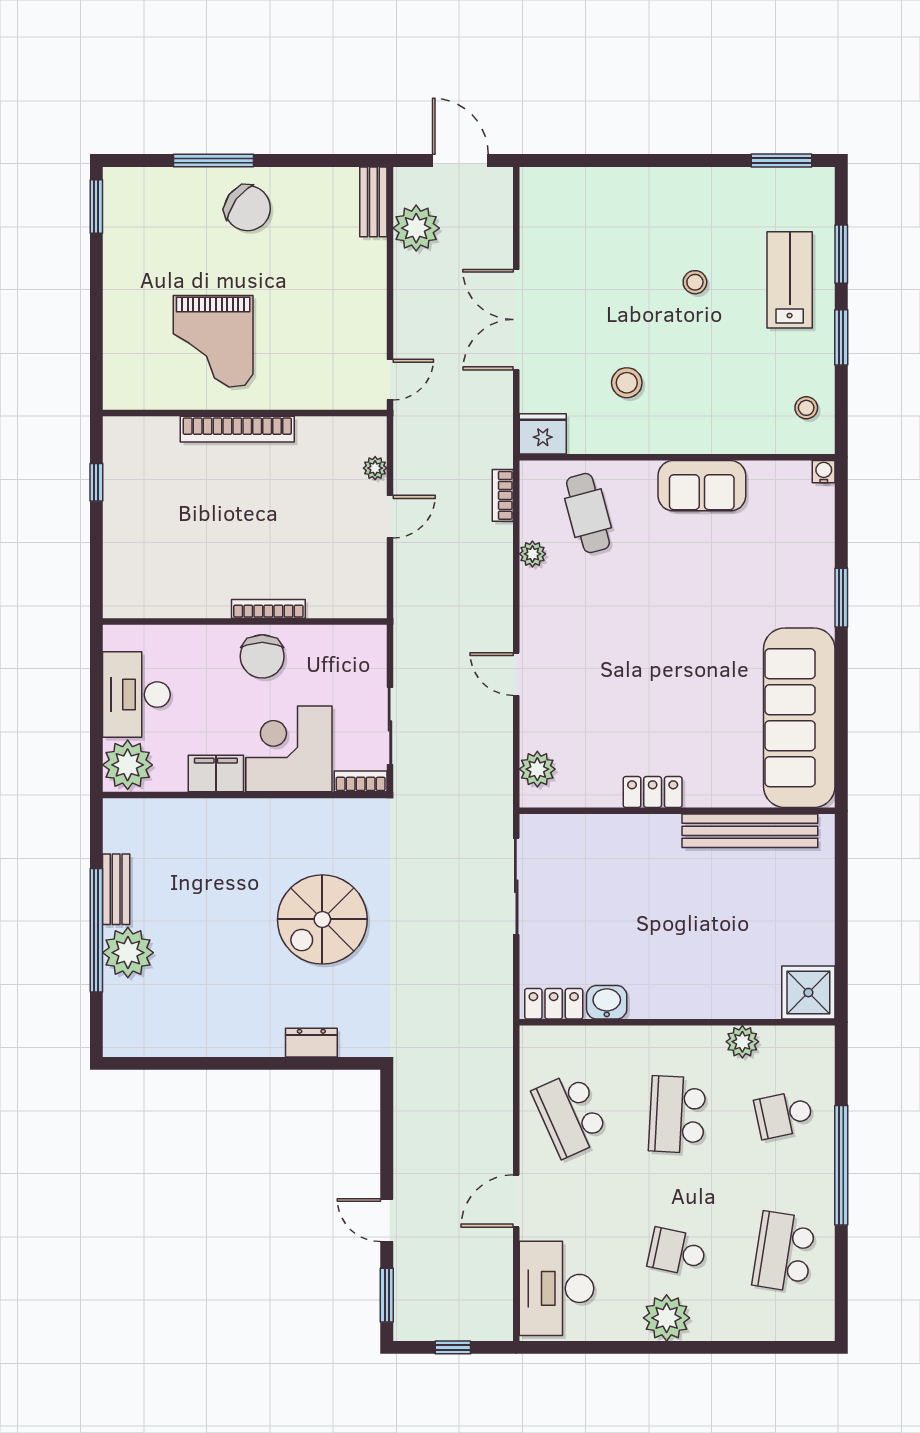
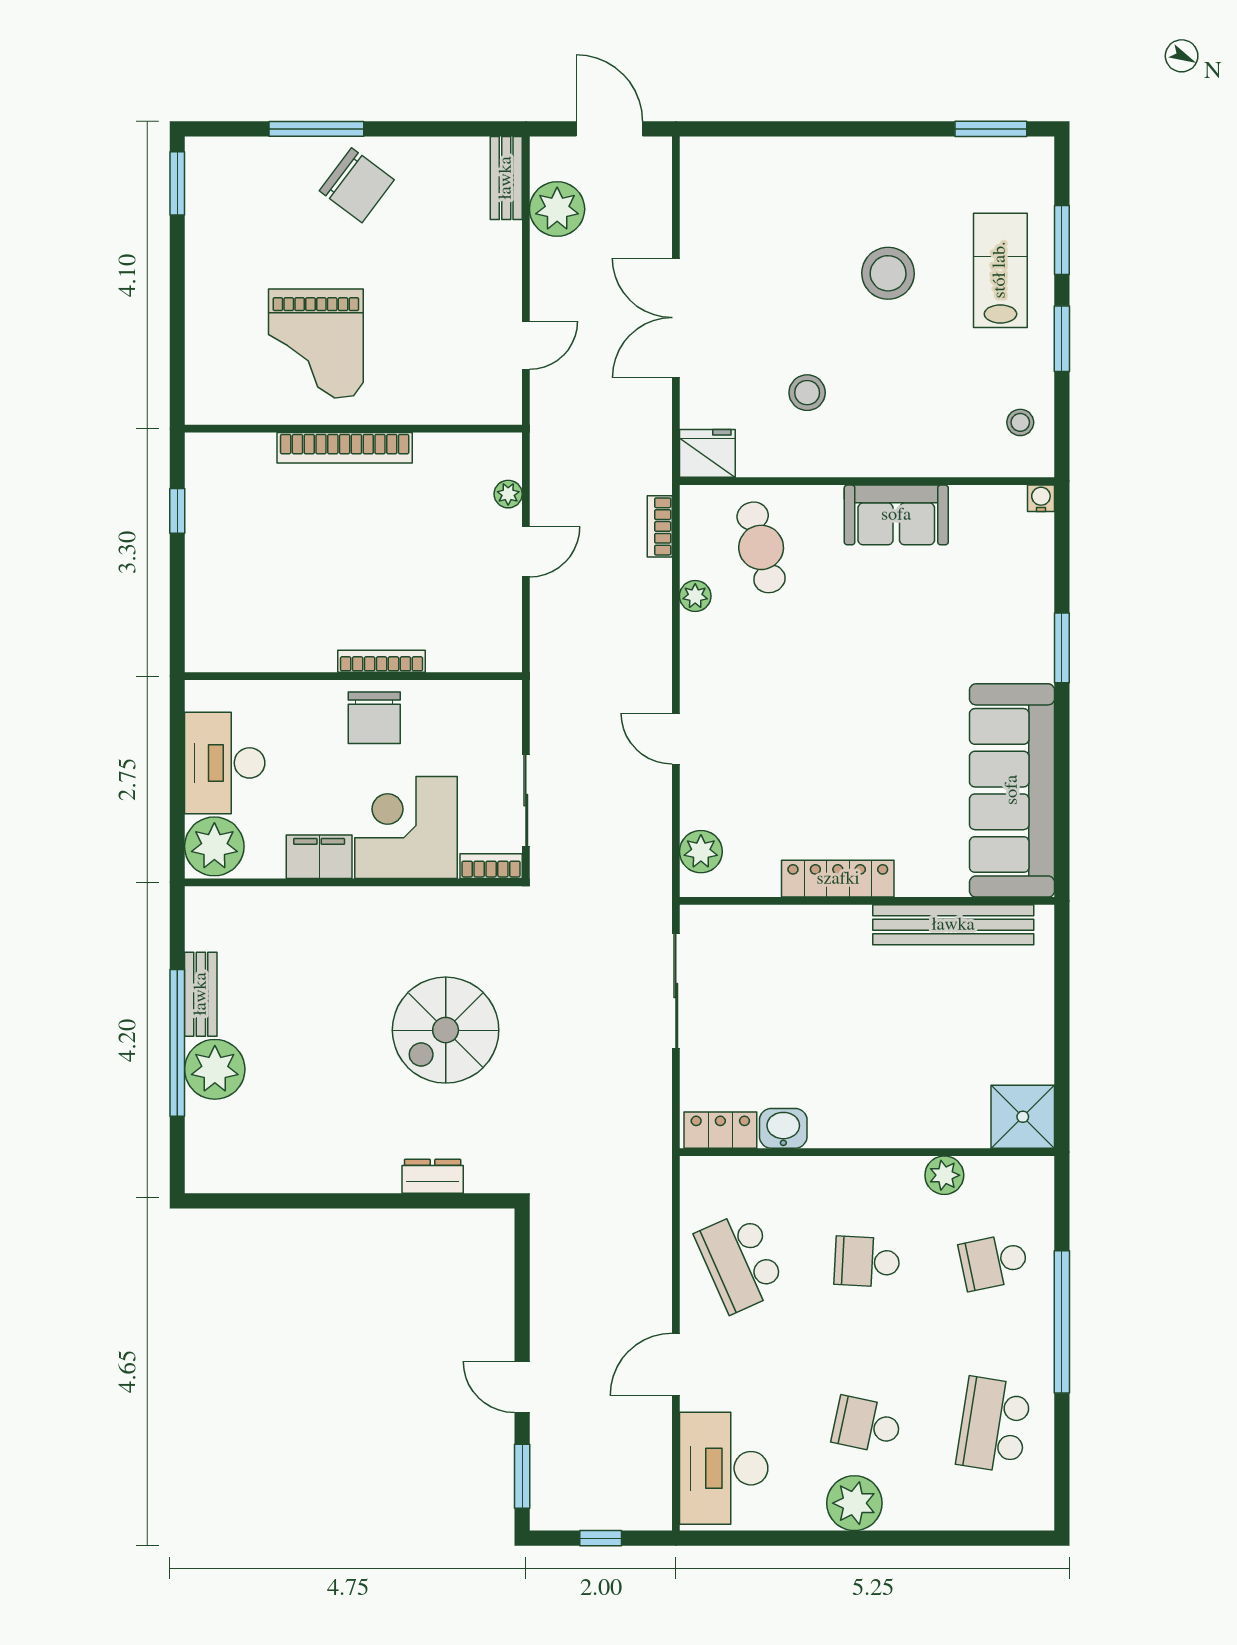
stool: (695, 282) -> (888, 273), width x1.89, depth x1.89
door: (390, 380) -> (526, 345), moved
locker: (653, 792) -> (838, 879), width x1.53
school desk: (677, 1115) -> (867, 1262), width x0.54

